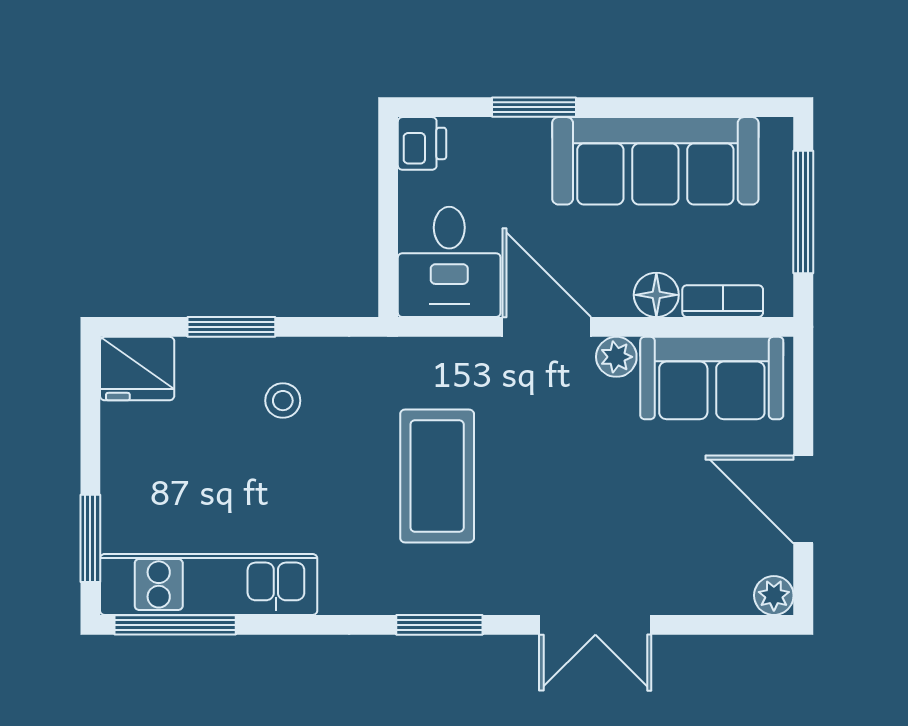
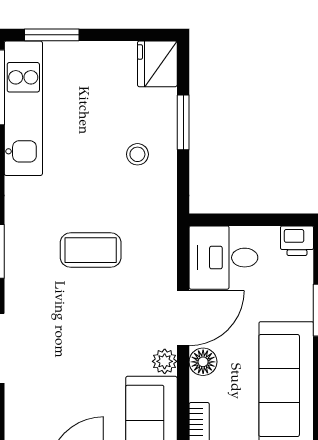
floor lamp: (656, 295) -> (203, 362), moved
coffee table: (437, 476) -> (91, 250), width x0.73, depth x0.76

